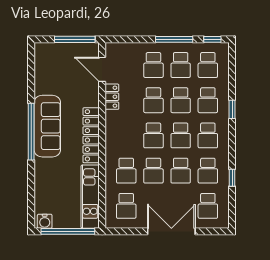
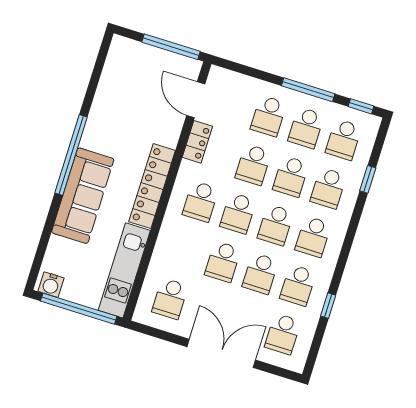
window: (232, 109) -> (368, 179), moved
sofa: (47, 126) -> (83, 196), moved
school desk: (126, 171) -> (201, 201), moved

